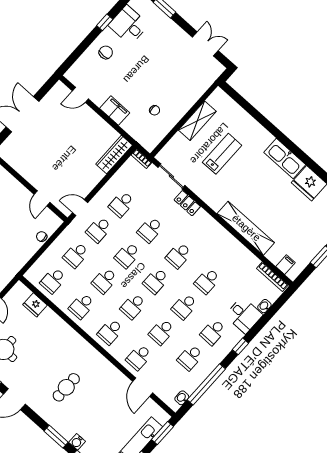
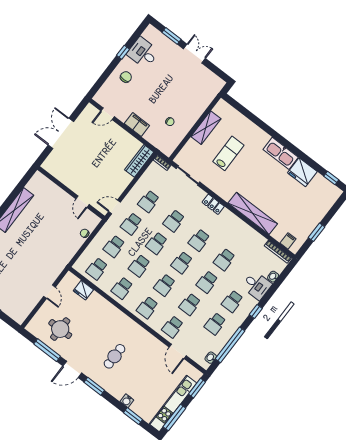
double door: (205, 44) -> (194, 54), moved
locker: (187, 203) -> (213, 204), moved
window: (56, 437) -> (94, 386), moved

